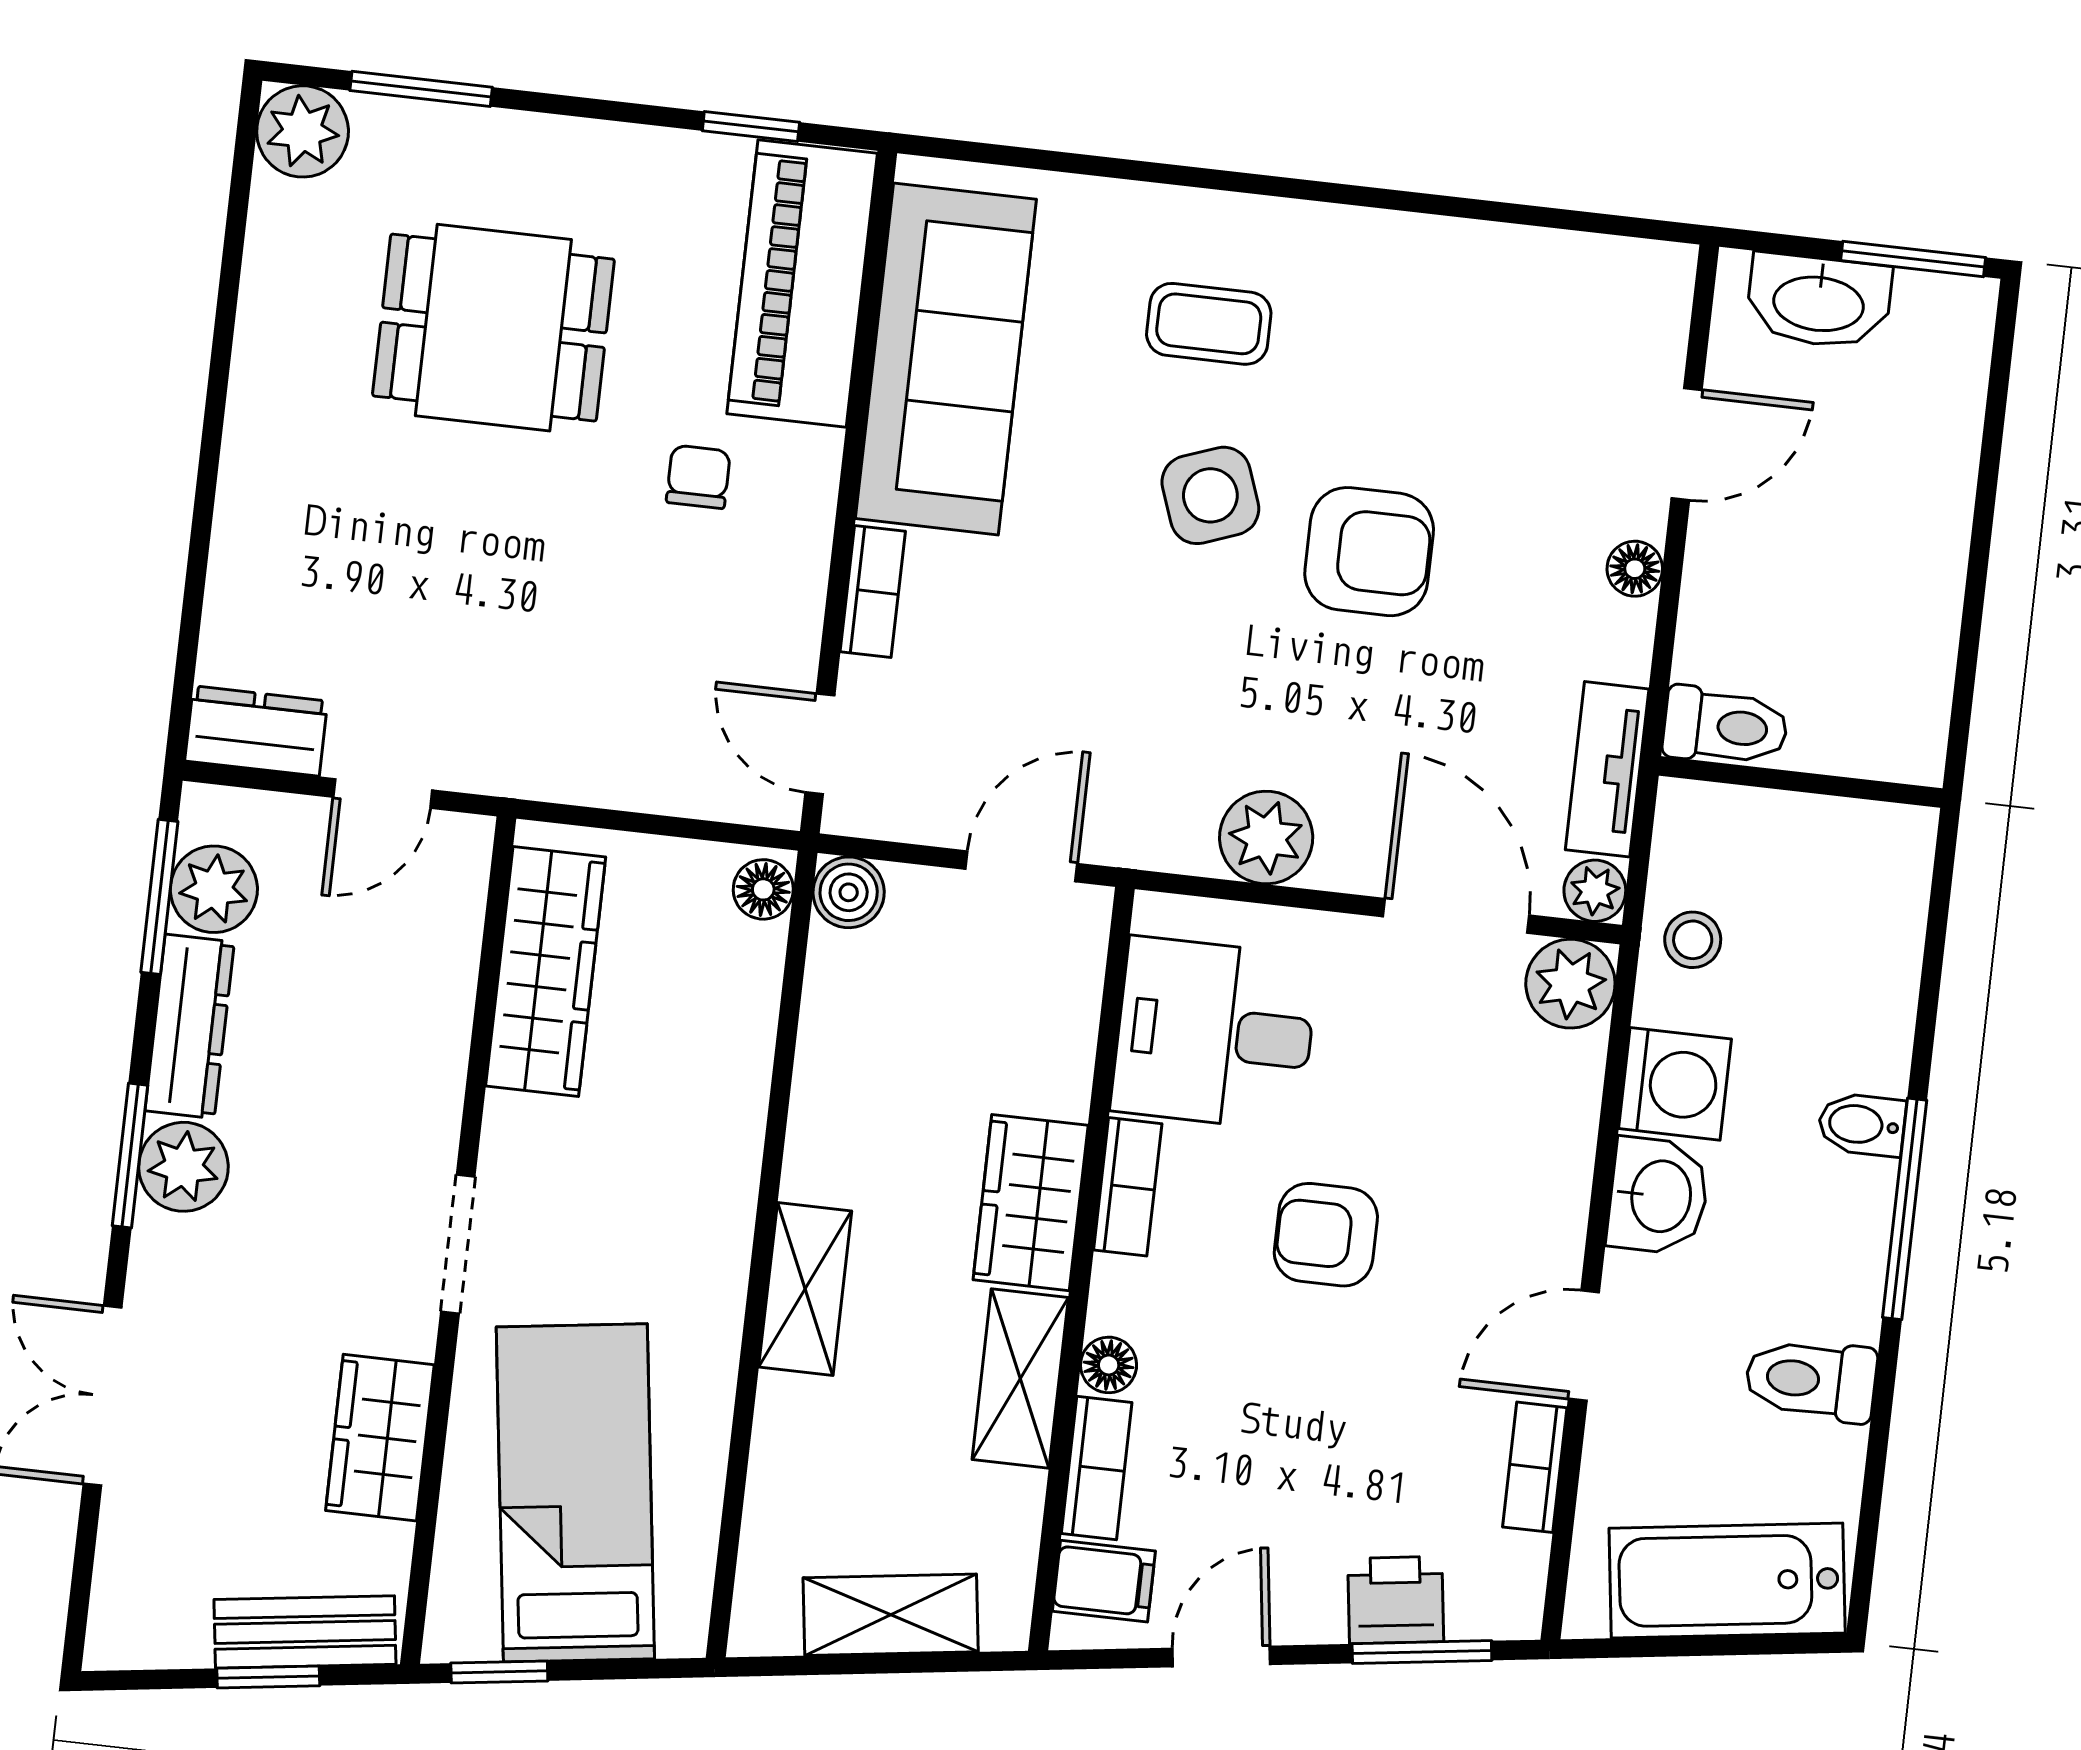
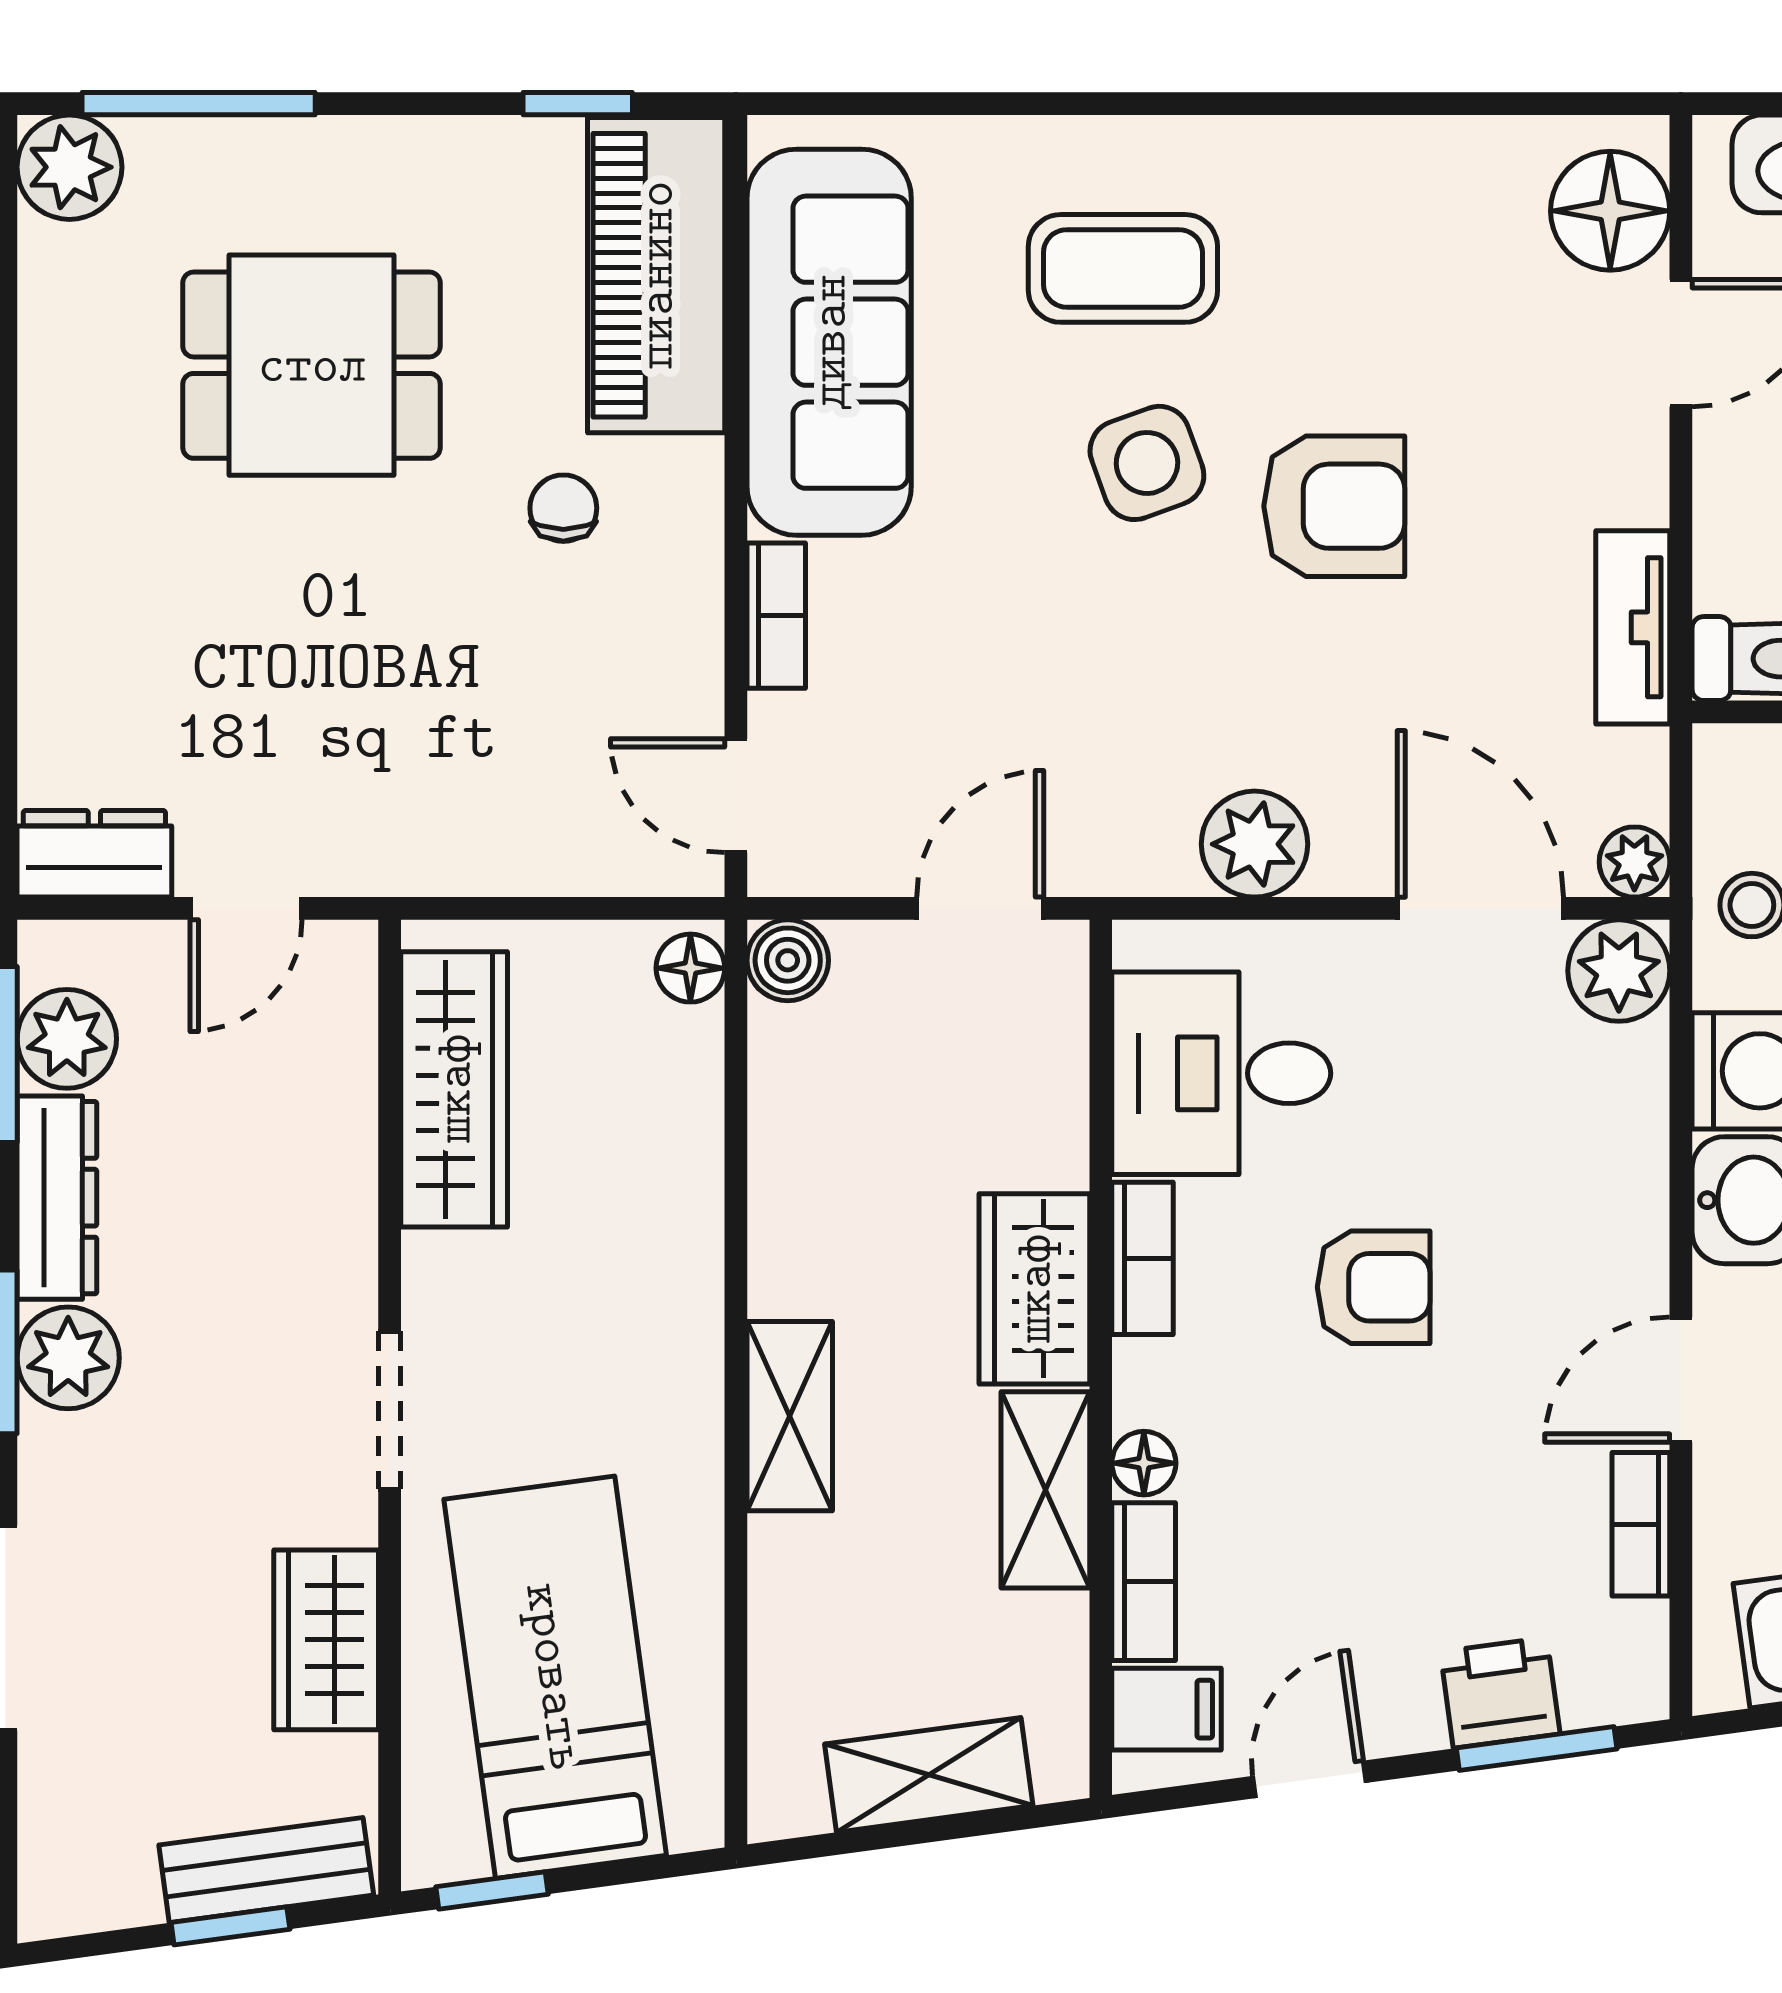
window: (421, 89) -> (199, 104), width x1.44
coffee table: (1209, 324) -> (1123, 268), width x1.36, depth x1.30
floor lamp: (1635, 569) -> (1610, 211), moved, width x1.89, depth x1.89
tv unit: (1607, 769) -> (1633, 627), moved
armchair: (1326, 1235) -> (1374, 1287), turned 180

